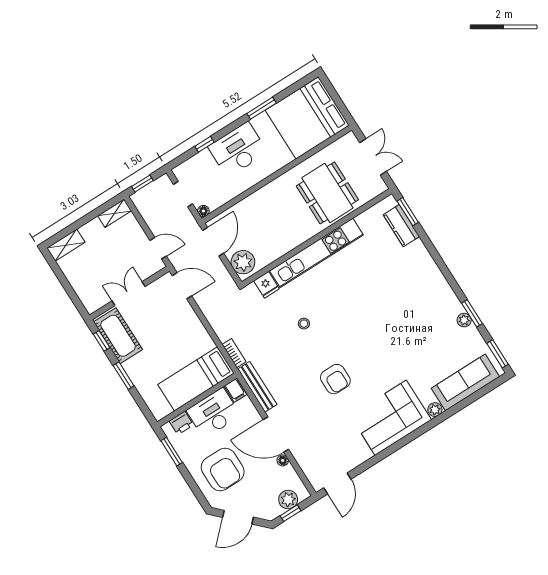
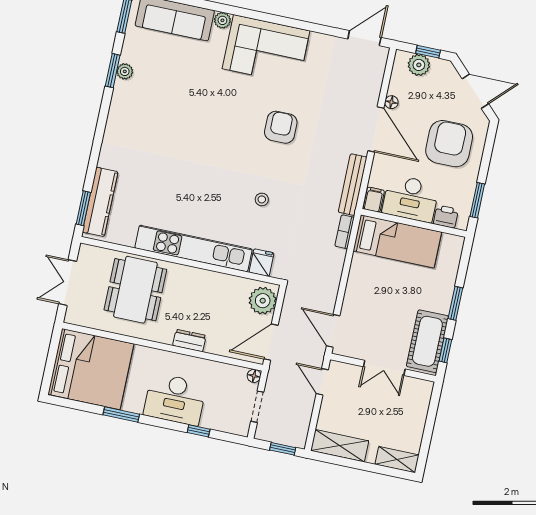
dresser: (264, 194) -> (189, 341), added
shelving: (115, 213) -> (340, 446), width x1.50, depth x1.33
kitchen counter: (401, 226) -> (100, 202), width x1.50

